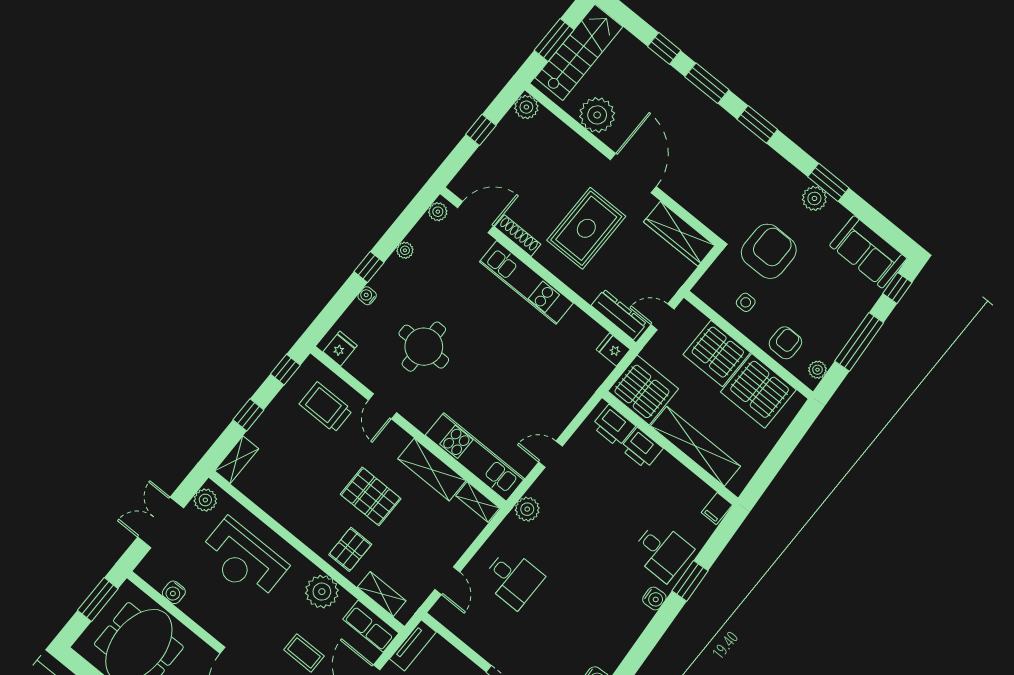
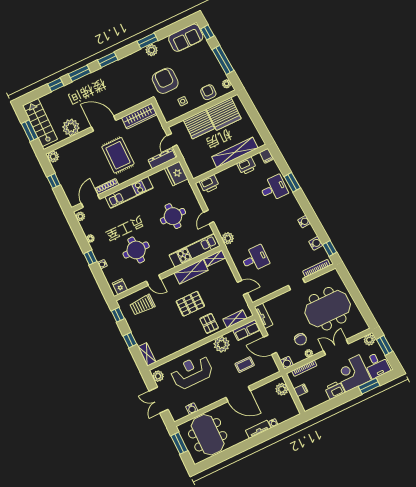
fridge: (613, 349) -> (176, 173), width x1.88, depth x1.34
round table: (520, 386) -> (173, 216), added
server rack: (643, 390) -> (200, 164), removed
printer: (642, 448) -> (247, 166), moved
reception desk: (243, 560) -> (192, 372), turned 180
water cooler: (654, 599) -> (304, 222), moved

